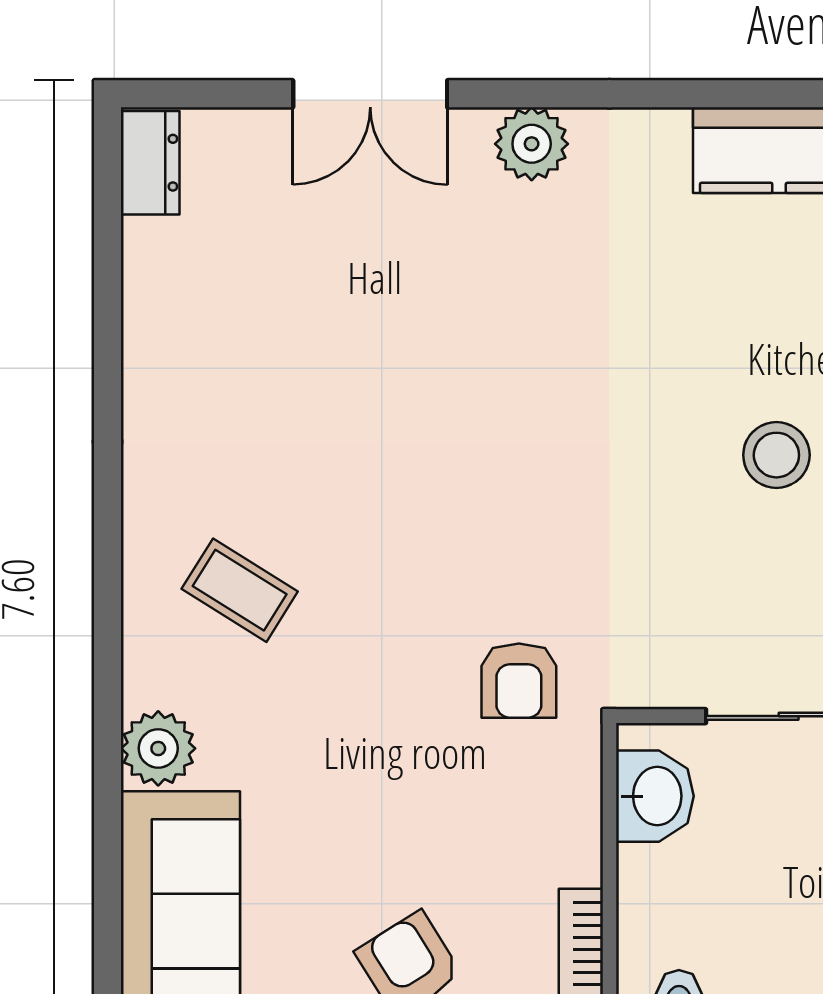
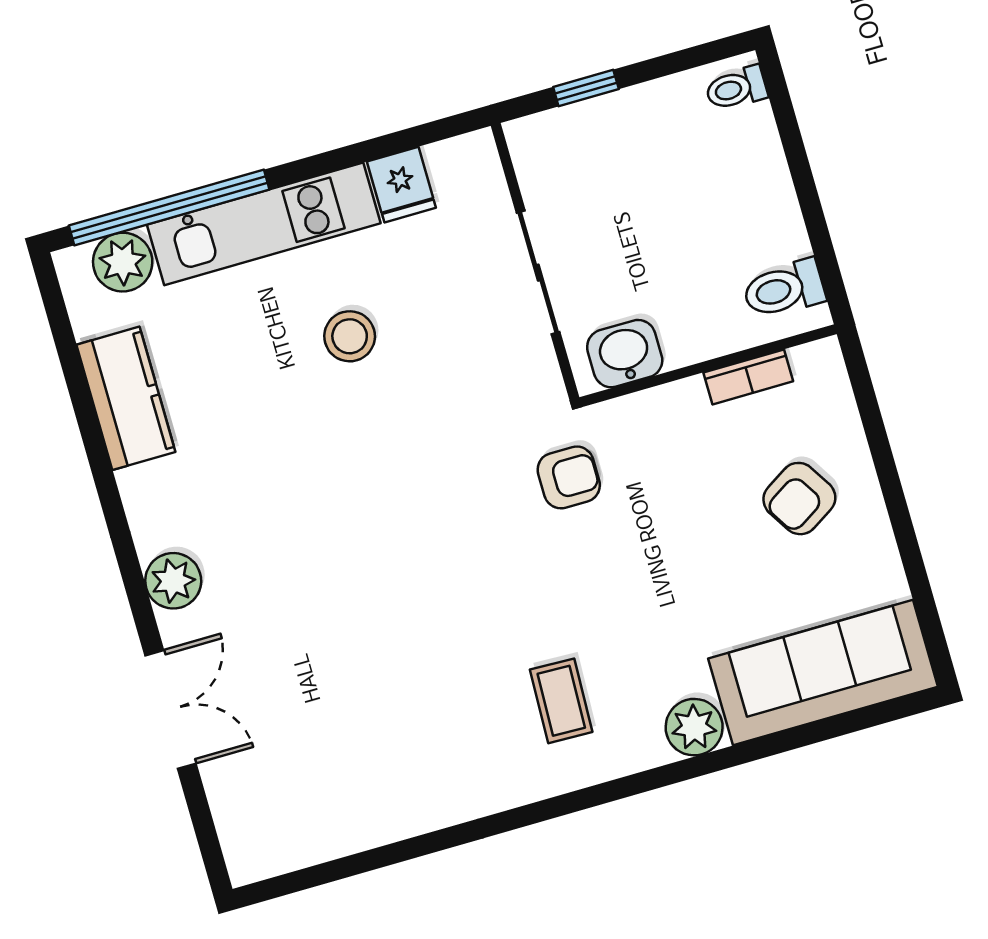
dresser: (150, 163) -> (267, 856), removed
coffee table: (240, 590) -> (561, 701), turned -30

